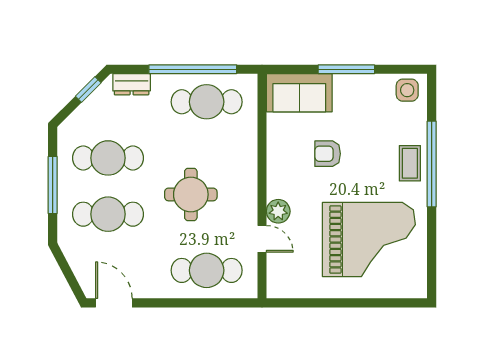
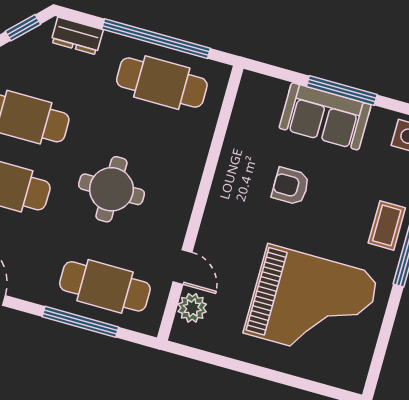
sofa: (299, 93) -> (325, 116), moved
plant: (278, 211) -> (192, 308), moved
window: (195, 303) -> (80, 322), added

